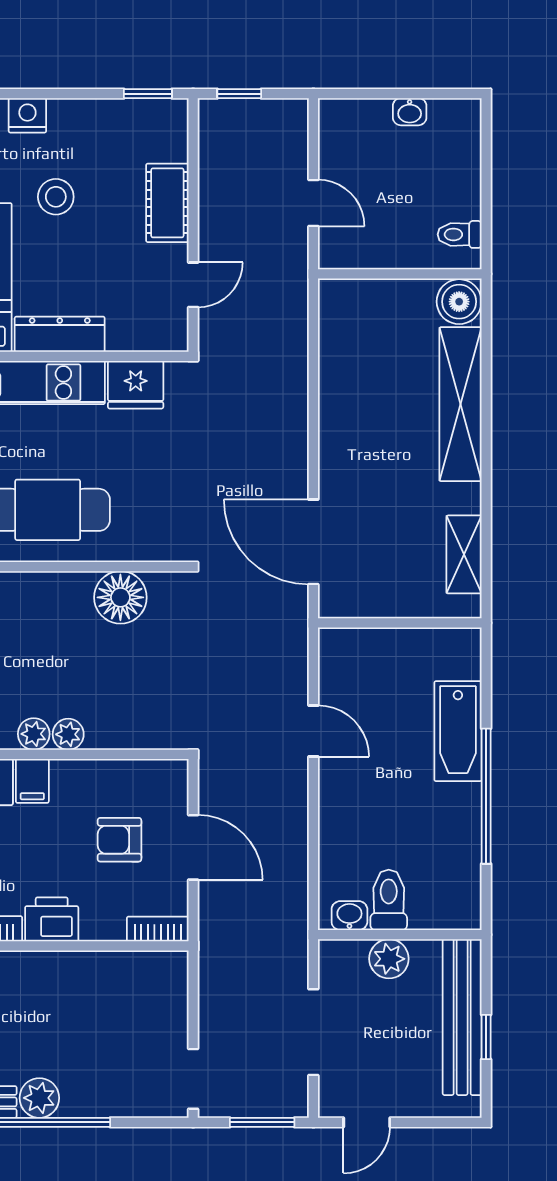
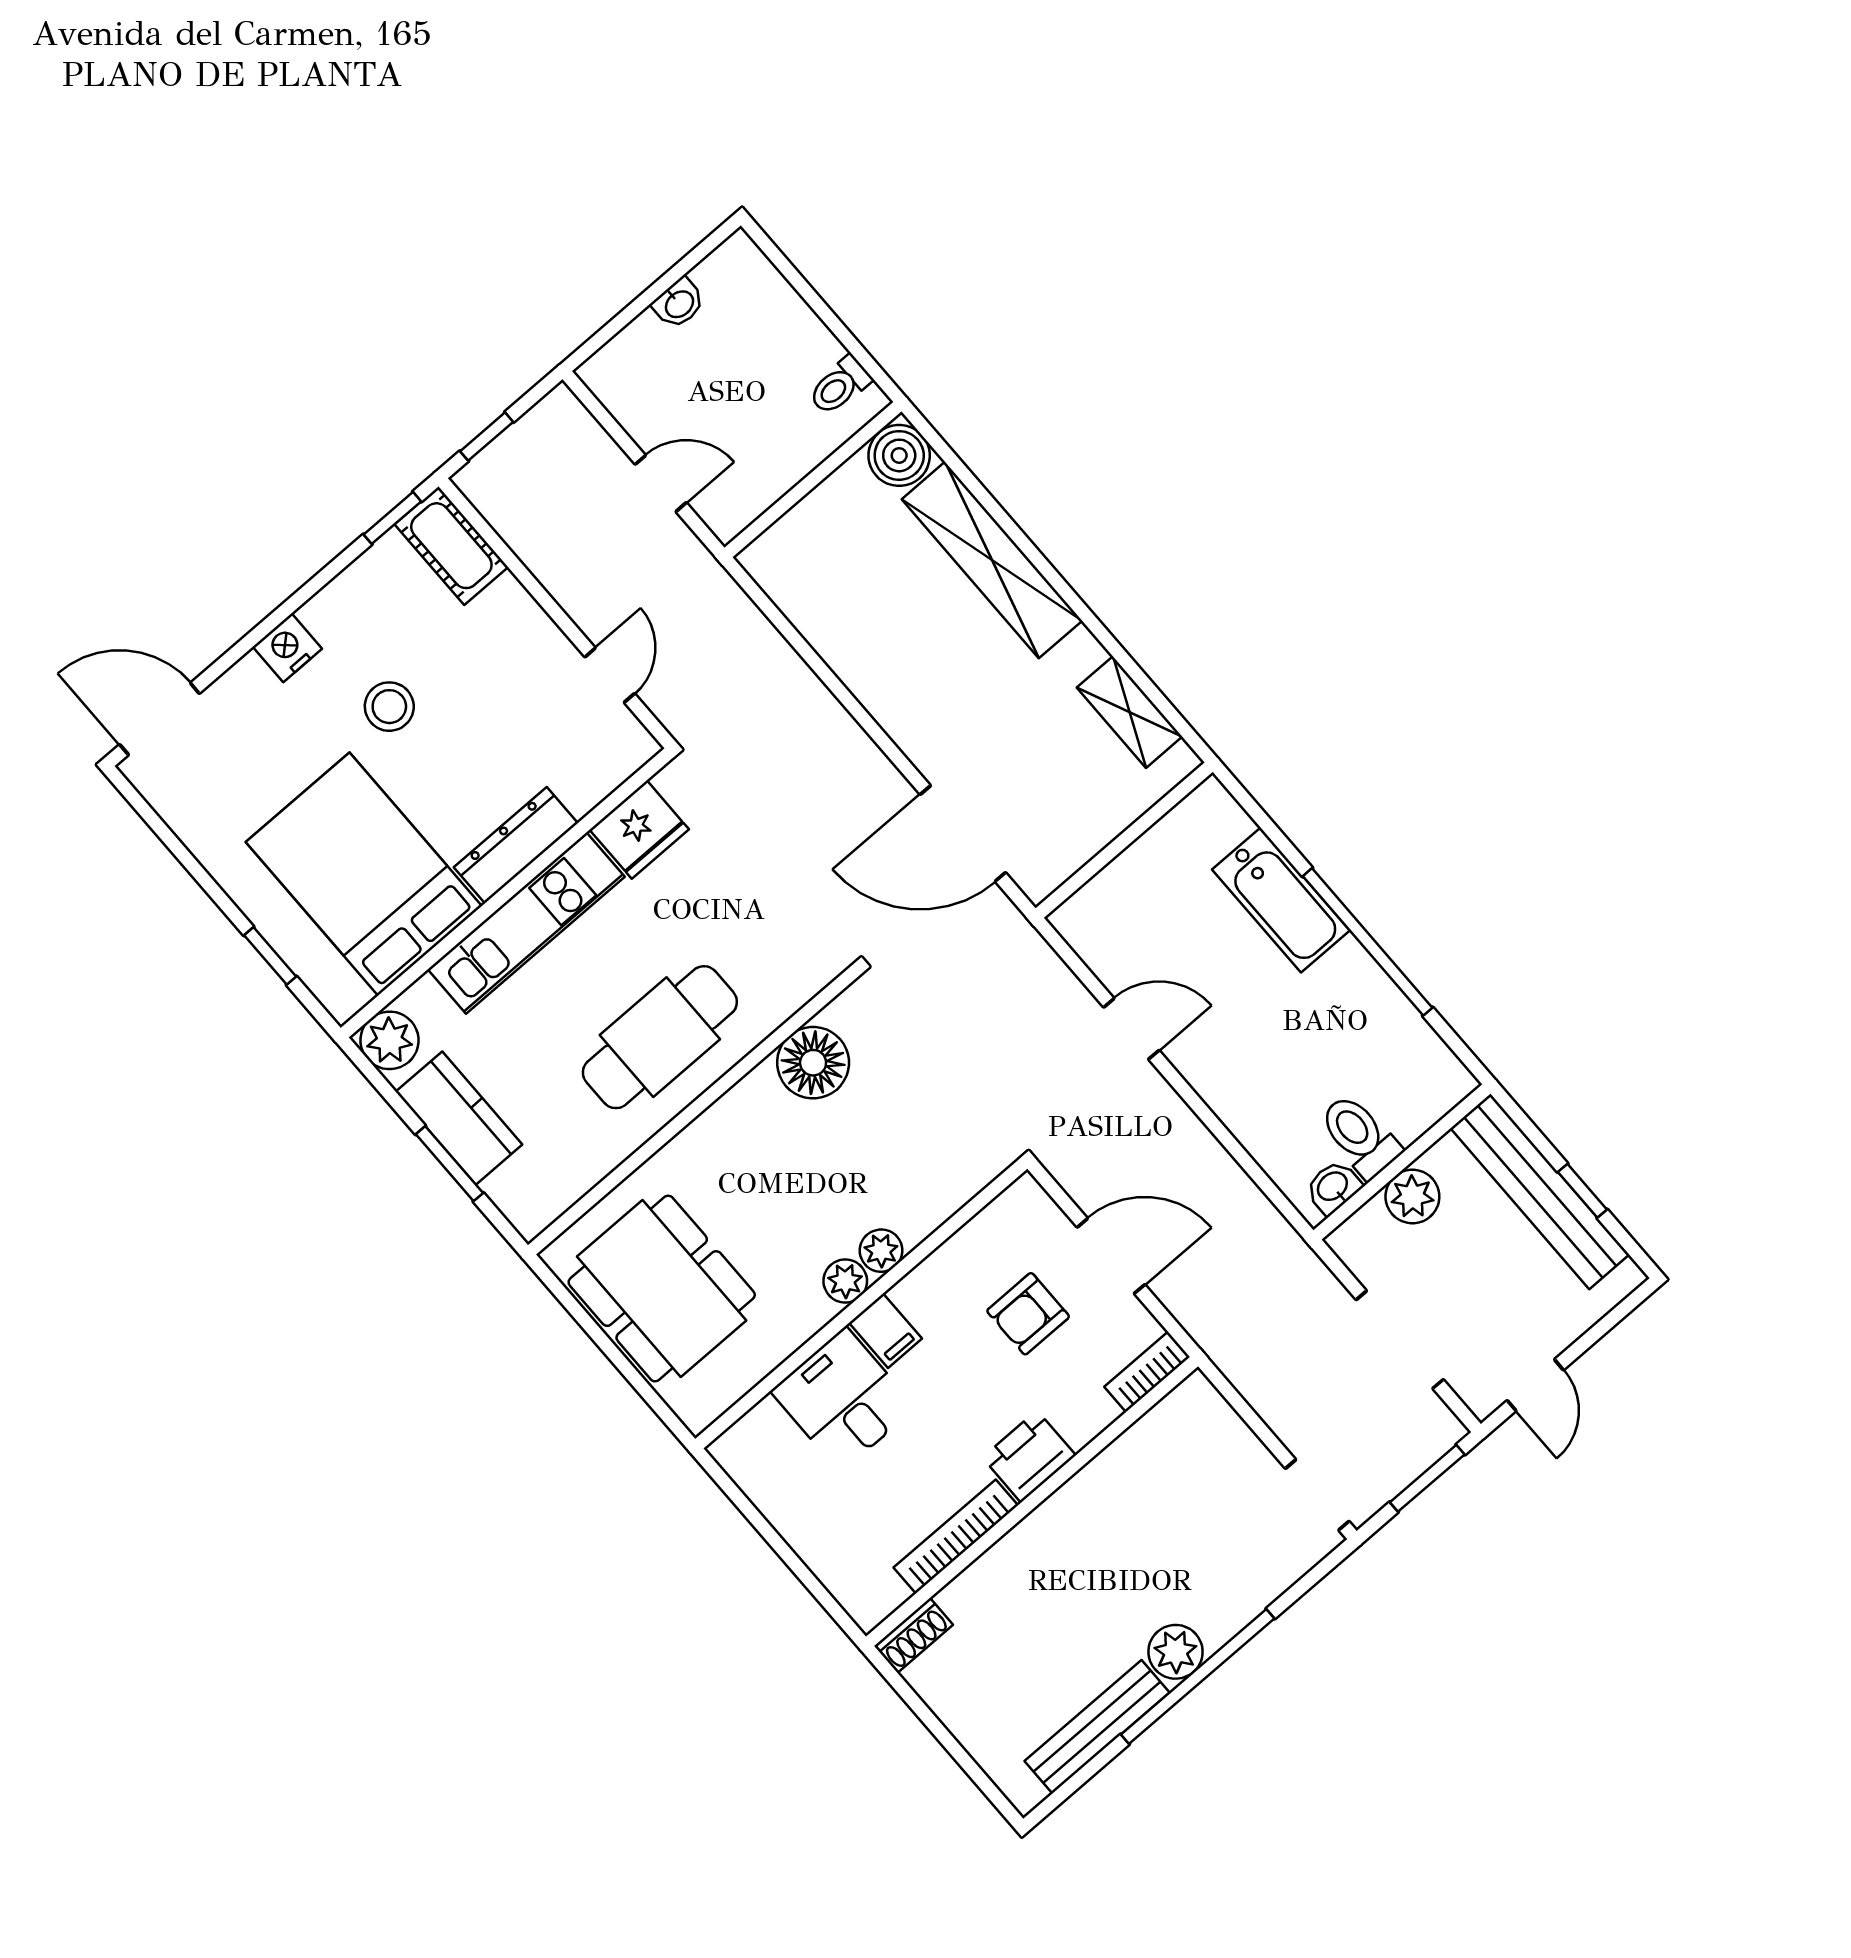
cot: (167, 203) -> (451, 546), moved

